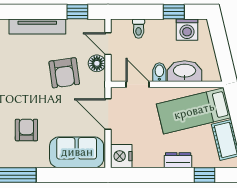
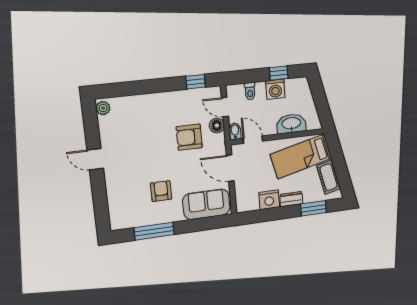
tv unit: (37, 27) -> (161, 99), removed
washing machine: (187, 30) -> (275, 89), moved
bidet: (159, 72) -> (235, 131), moved
armchair: (64, 73) -> (189, 137), turned 98
nightstand: (121, 156) -> (269, 200), moved, turned -90
window: (204, 175) -> (313, 208), width x1.50

